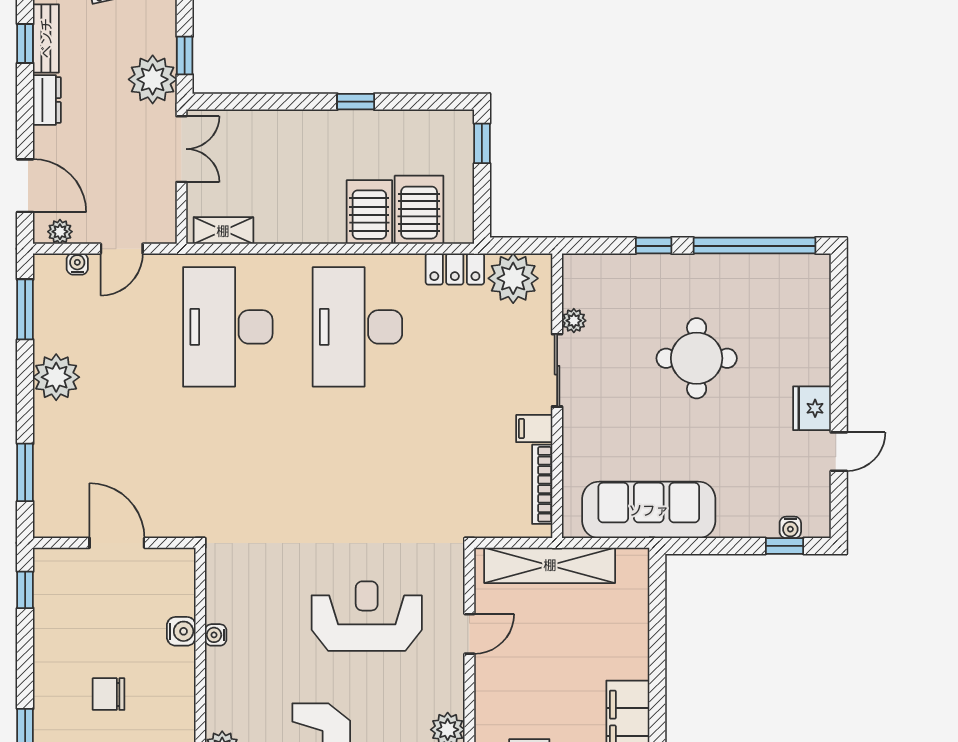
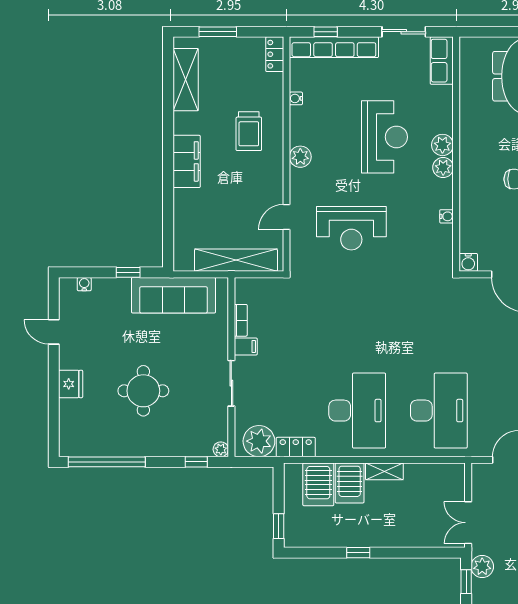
plant: (153, 79) -> (482, 567), width x0.73, depth x0.73
shelving: (223, 231) -> (384, 471), moved
window: (654, 246) -> (196, 462), moved
plant: (574, 321) -> (221, 449), moved
fridge: (812, 408) -> (71, 384), moved
door: (839, 452) -> (54, 332), hinge flipped
bookcase: (542, 484) -> (241, 320), width x0.64
window: (785, 546) -> (128, 272), moved
water cooler: (181, 631) -> (468, 262), moved, turned -90
plant: (221, 712) -> (443, 168), added

